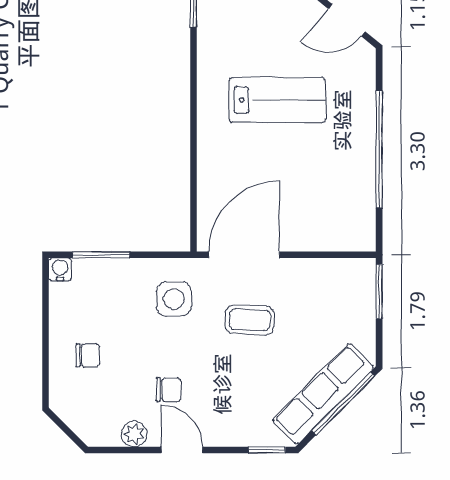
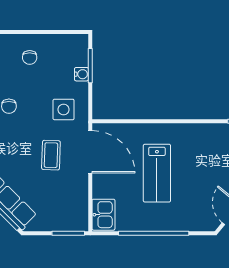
lab bench: (277, 100) -> (157, 173), moved
kitchen sink: (348, 233) -> (103, 215), added
water cooler: (60, 269) -> (81, 74), moved

